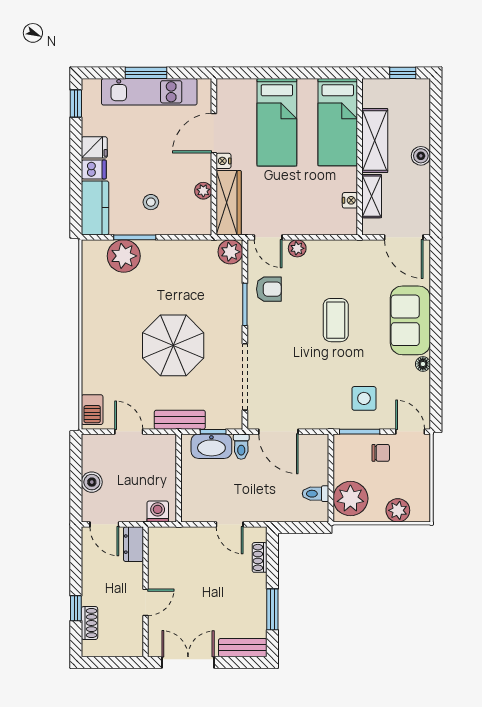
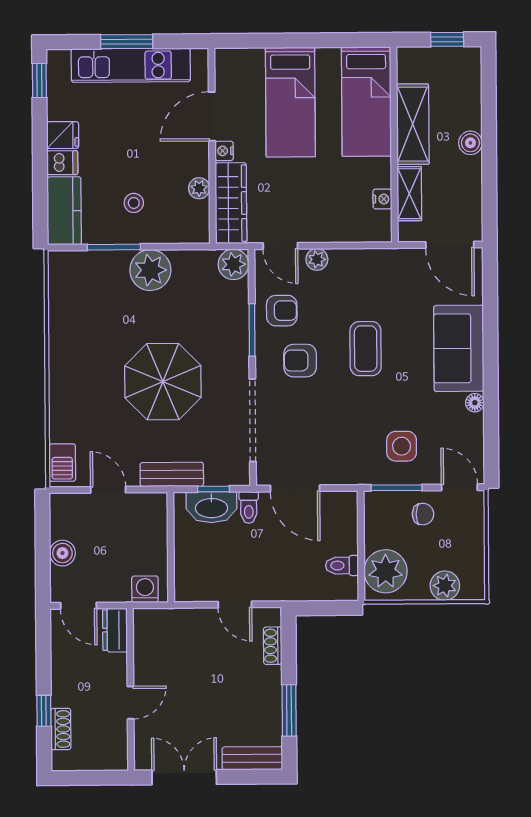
plant: (124, 256) -> (150, 270), moved
armchair: (283, 329) -> (300, 361), added

